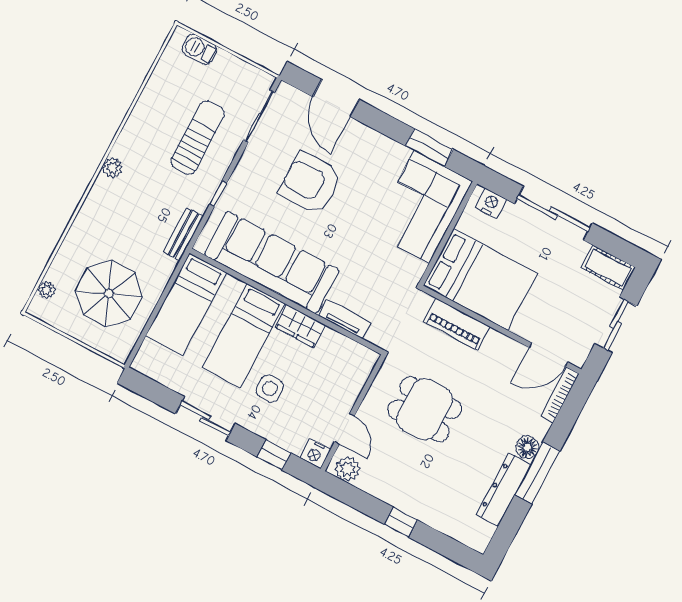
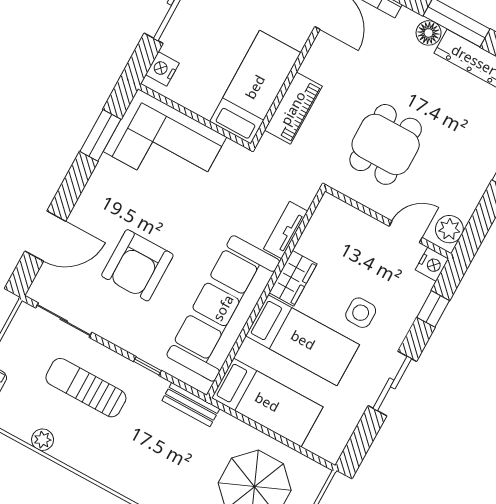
plant: (112, 168) -> (43, 440), moved
bed: (480, 280) -> (255, 87), width x0.67

